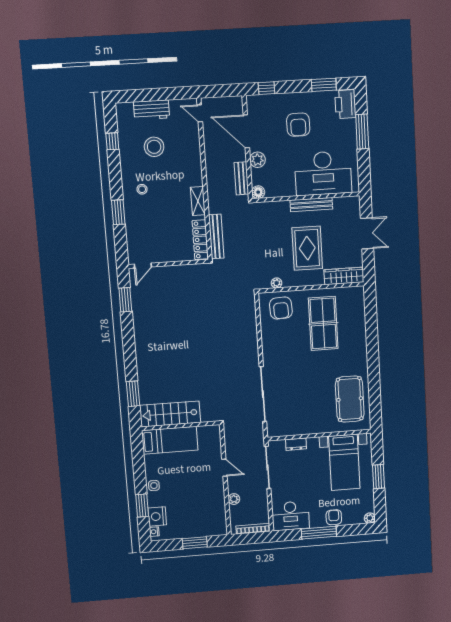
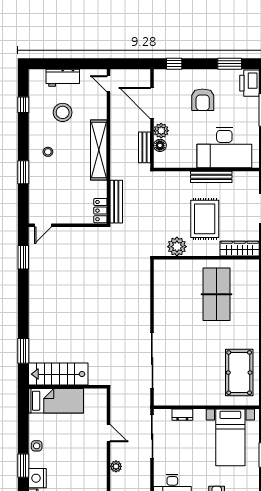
floor lamp: (258, 192) -> (160, 145), moved
shelving: (198, 201) -> (99, 150), width x2.20, depth x1.33
locker: (200, 240) -> (100, 211), width x0.66
plant: (277, 283) -> (177, 247), width x1.87, depth x1.87
armchair: (281, 308) -> (175, 276), removed

